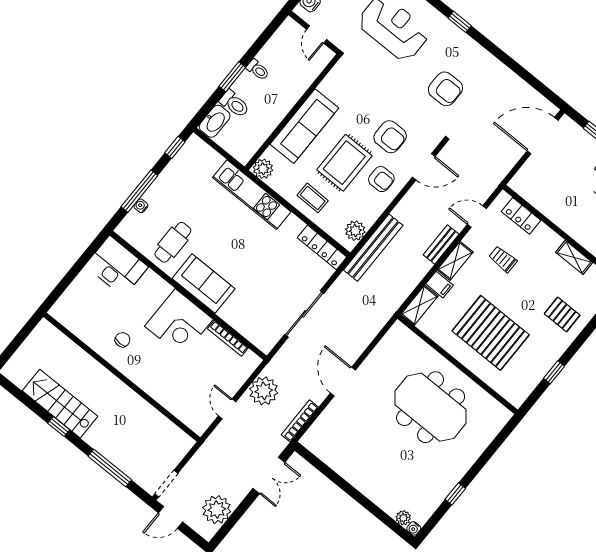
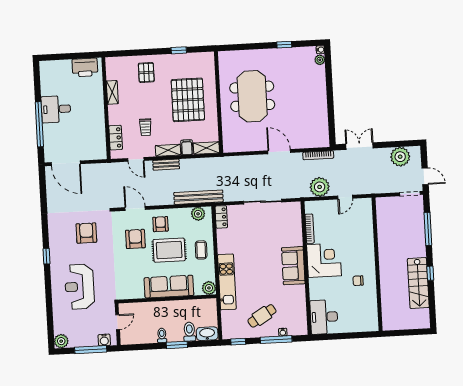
cafe table: (173, 242) -> (262, 316), moved, turned -31
locker: (322, 247) -> (221, 217), width x0.66
door: (343, 382) -> (279, 152), swing flipped

